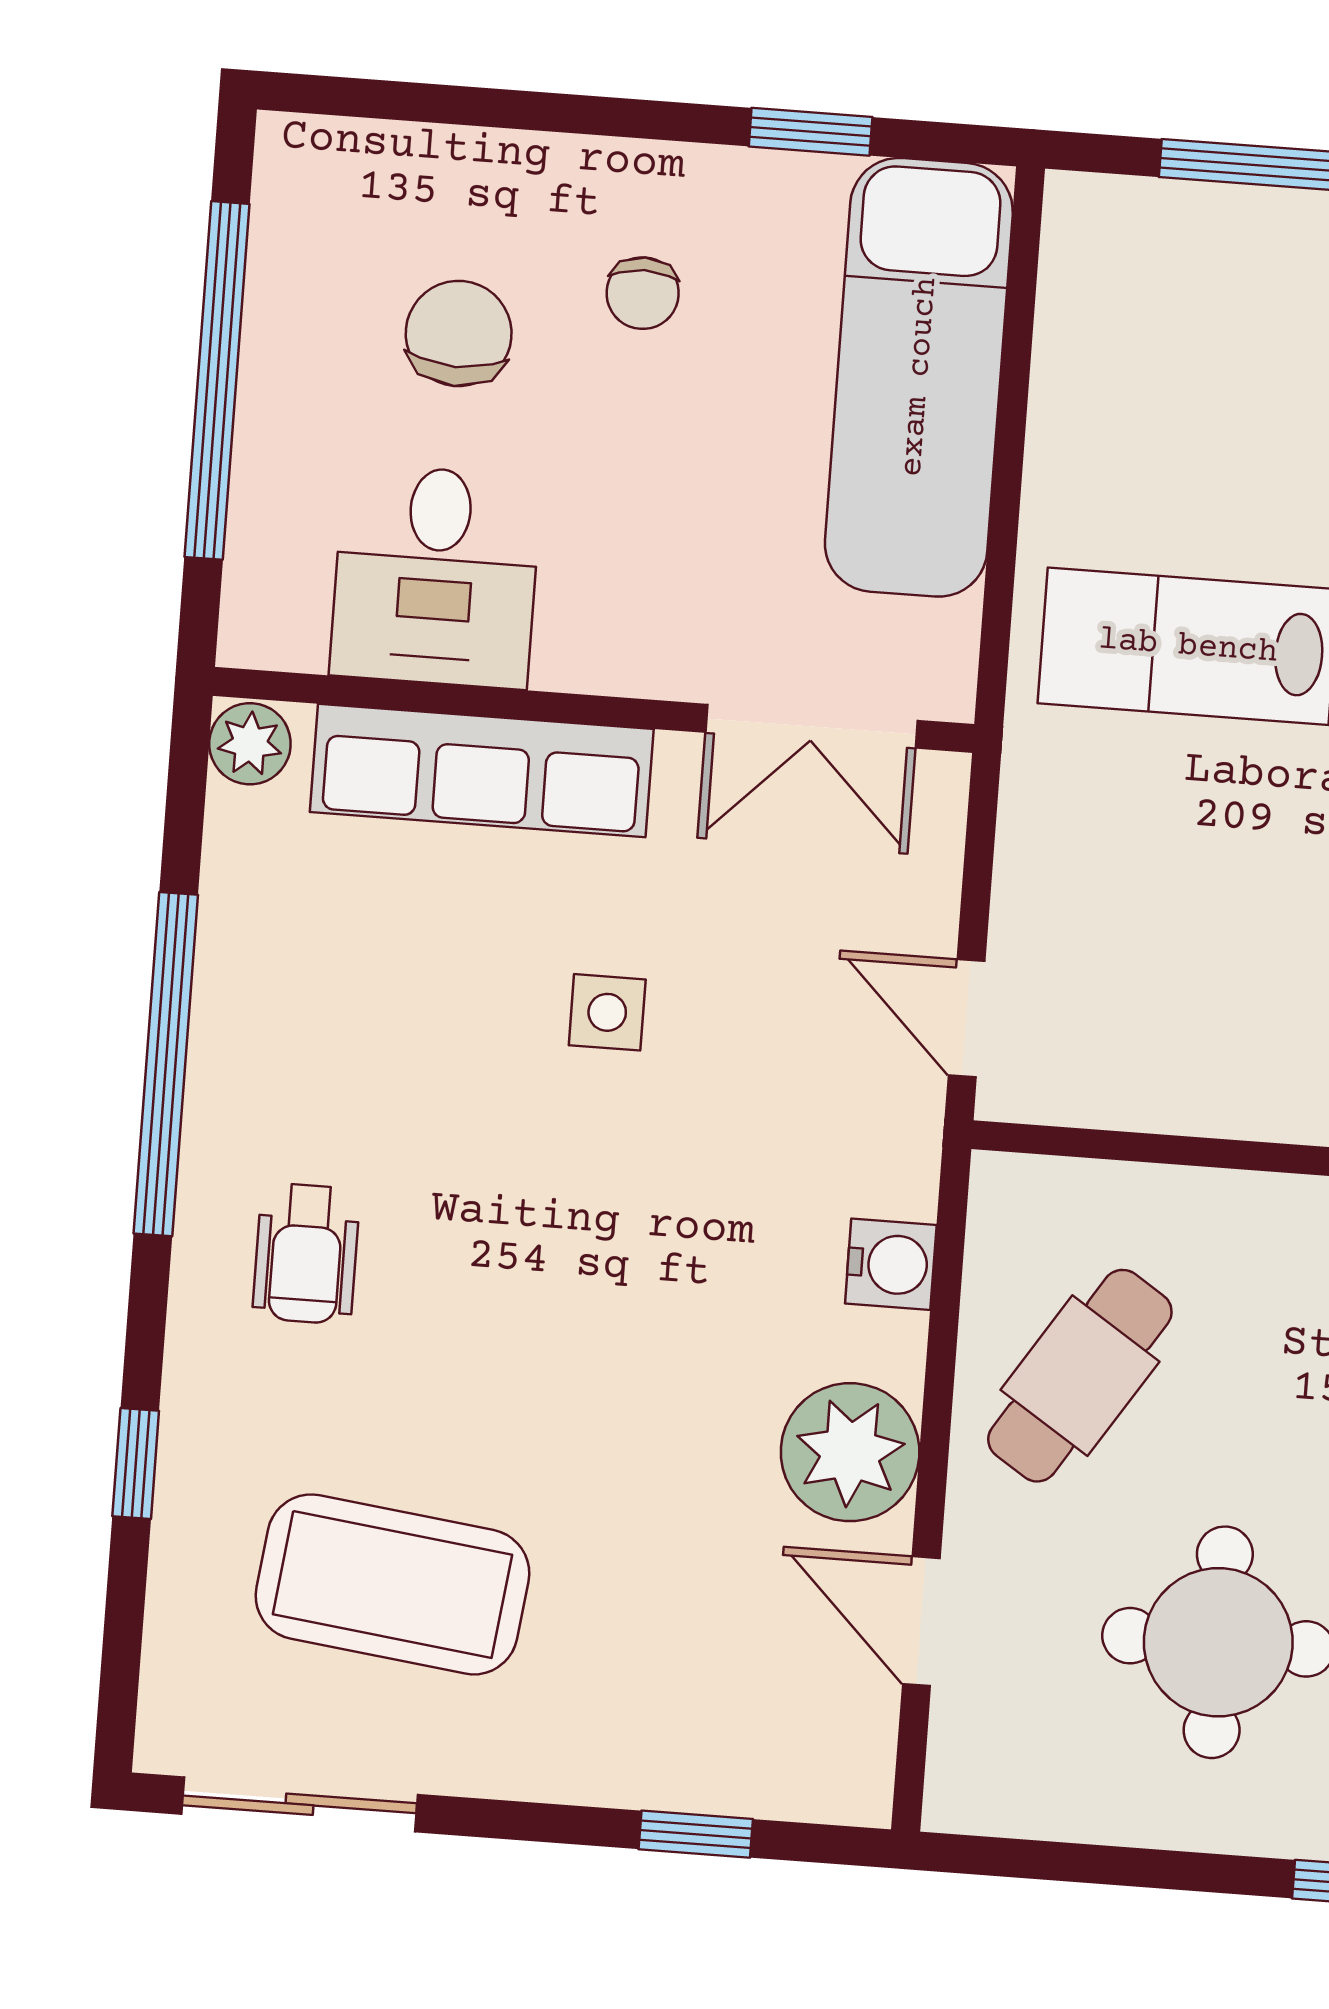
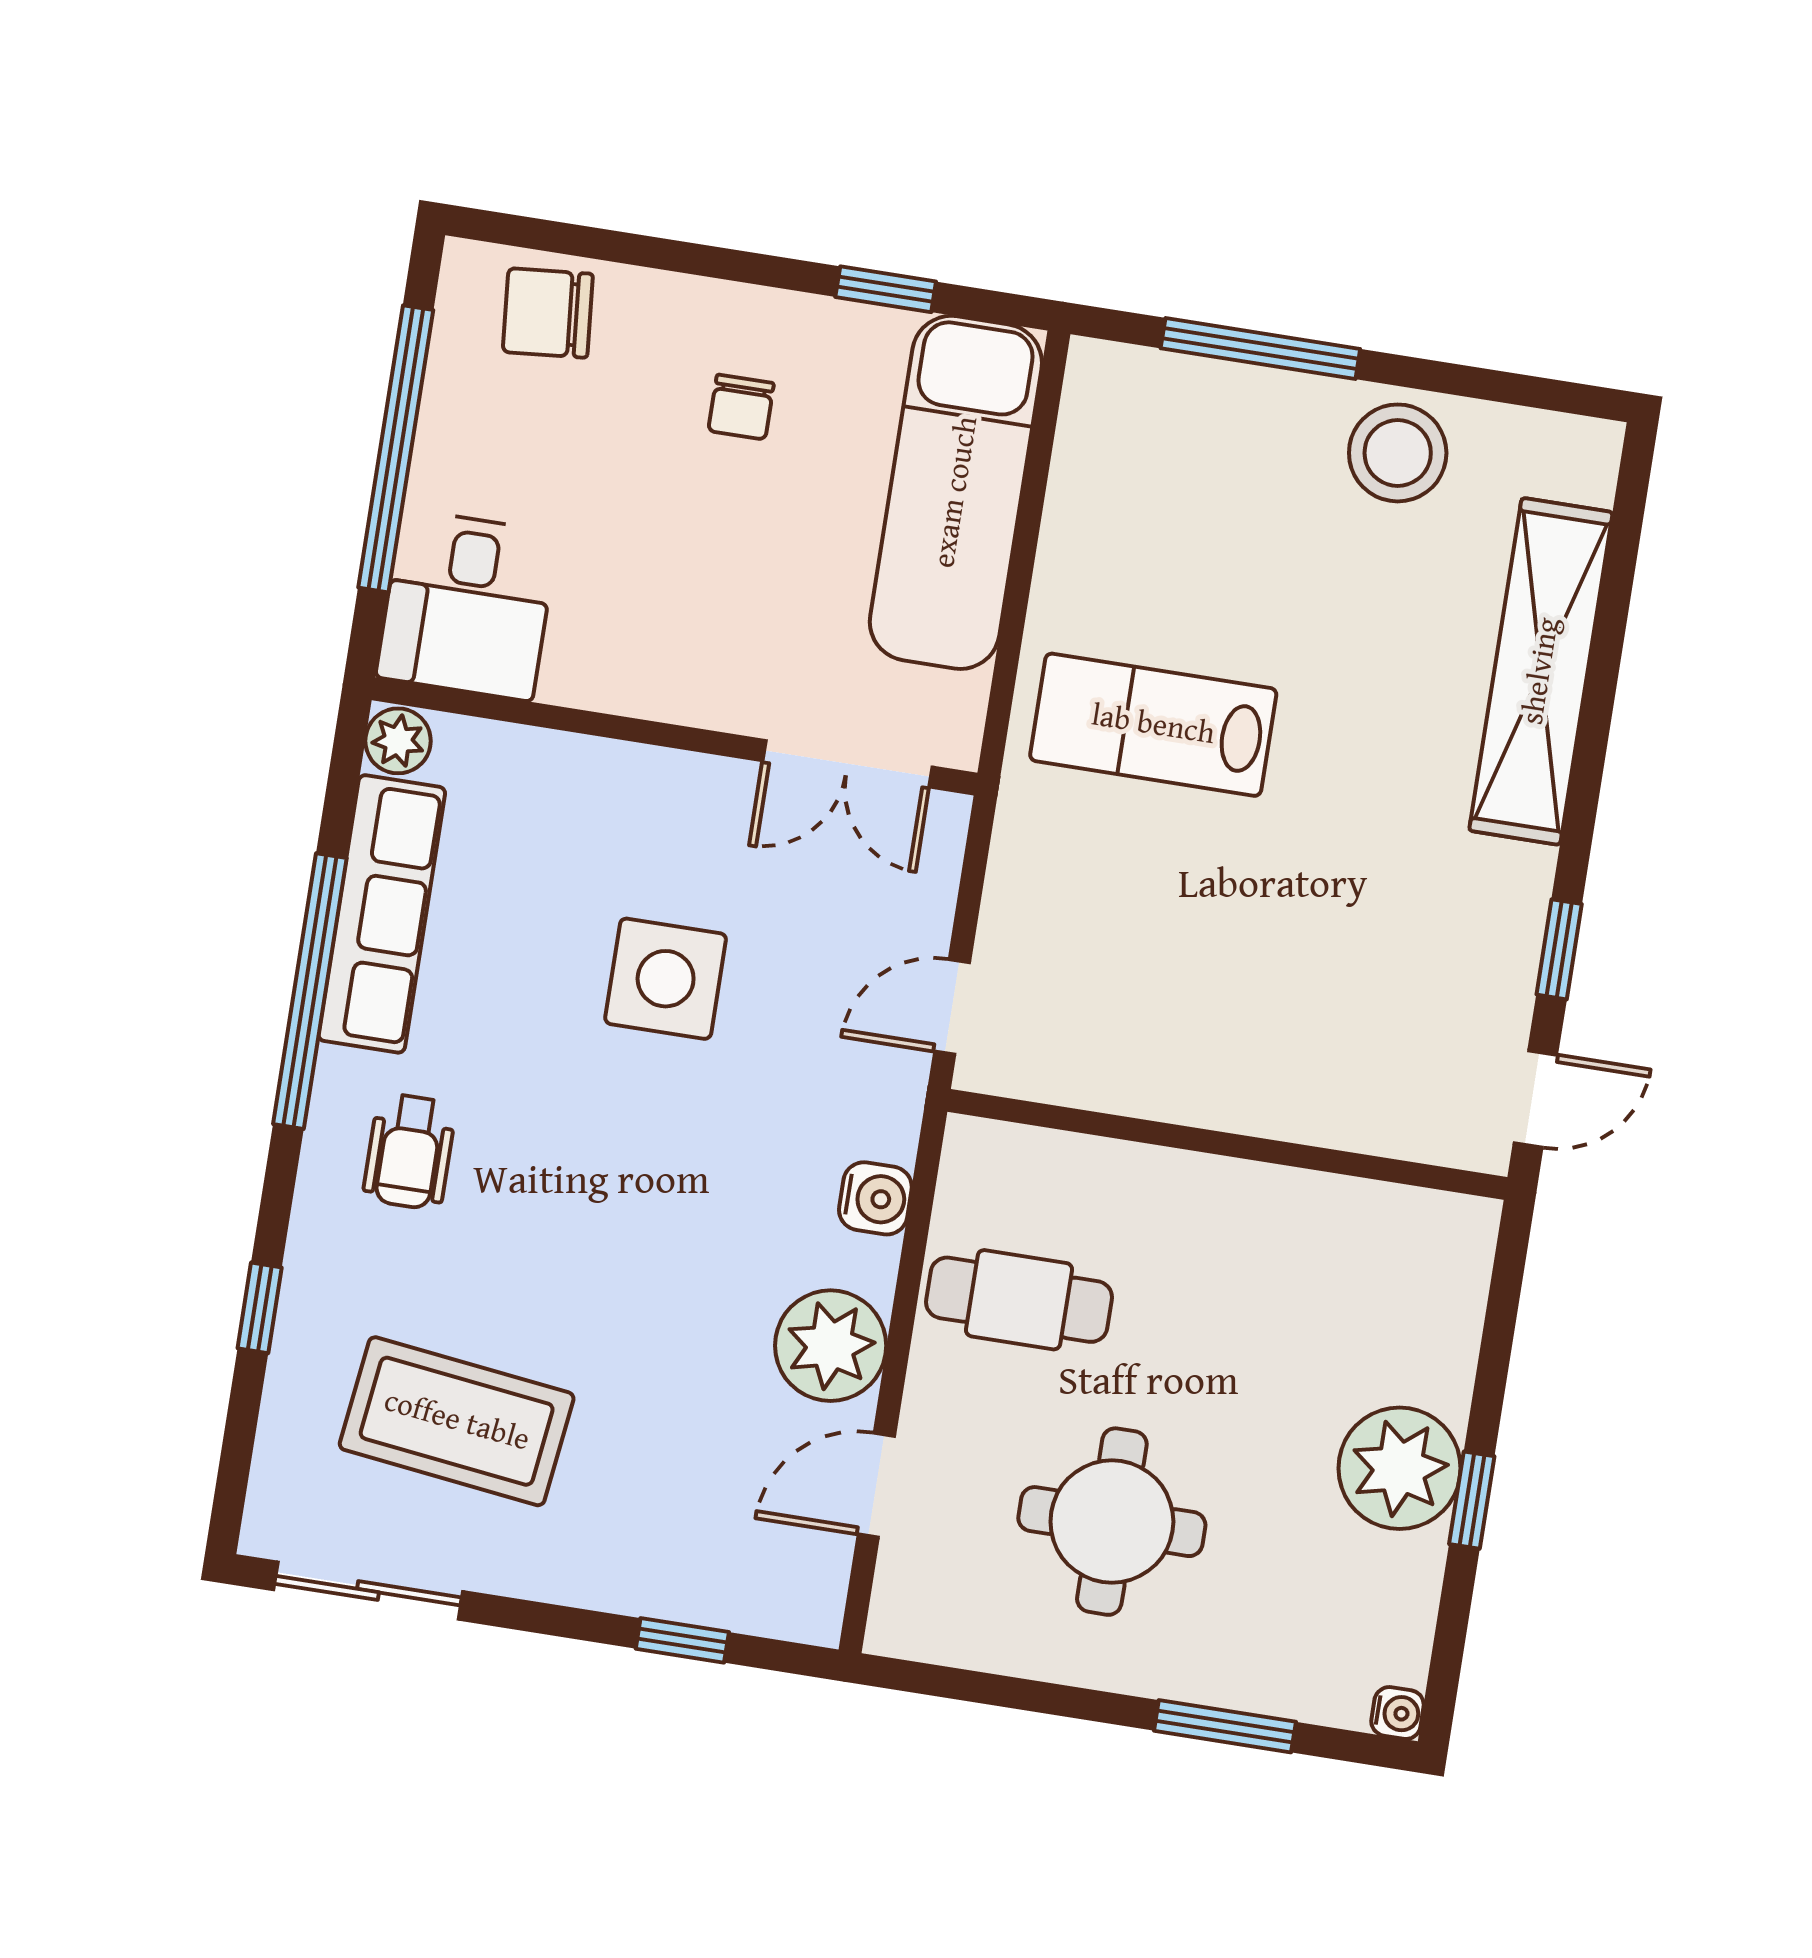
chair: (459, 333) -> (548, 313), moved, turned -96
desk: (436, 576) -> (467, 605), moved
row of seats: (482, 771) -> (382, 914), moved, turned -90
side table: (607, 1012) -> (666, 979), width x1.87, depth x1.87
door: (967, 1018) -> (952, 1007), hinge flipped
cafe table: (1080, 1376) -> (1019, 1300), turned 57
door: (921, 1621) -> (876, 1485), hinge flipped

